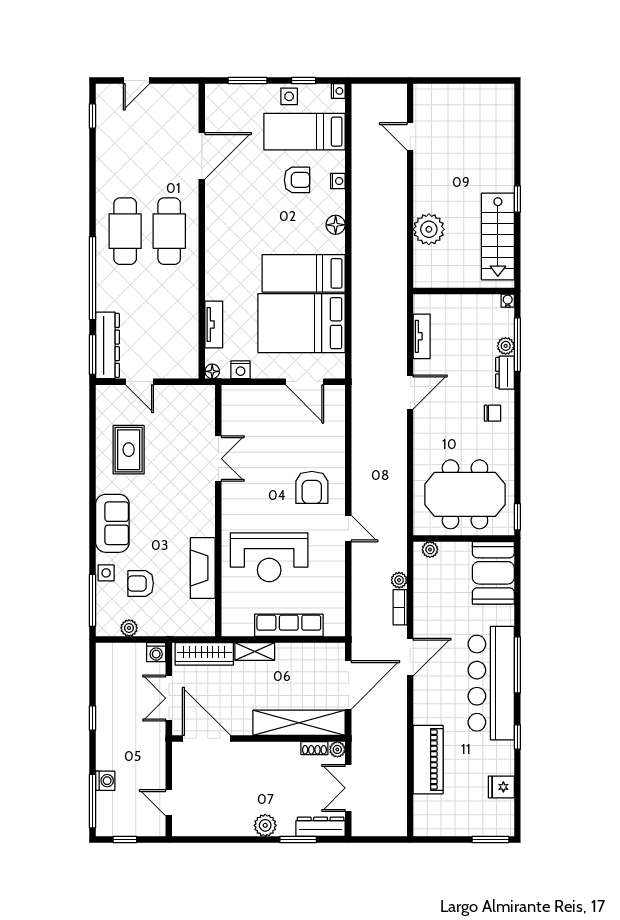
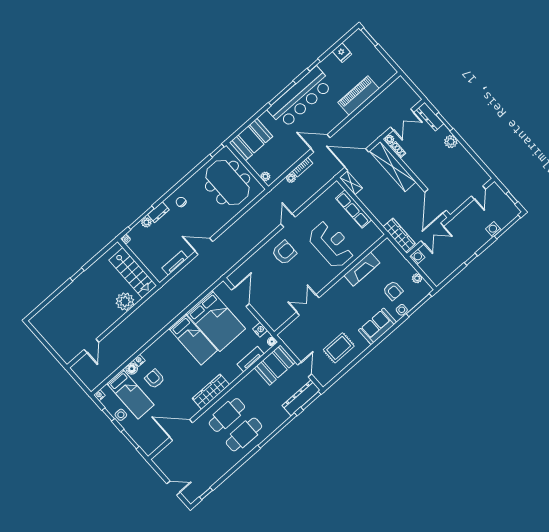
floor lamp: (336, 225) -> (132, 369), moved
stairs: (498, 236) -> (133, 273), moved, turned 90
wardrobe: (217, 237) -> (211, 392), added
booth: (179, 349) -> (275, 365), added
shelving: (255, 652) -> (351, 183), moved

